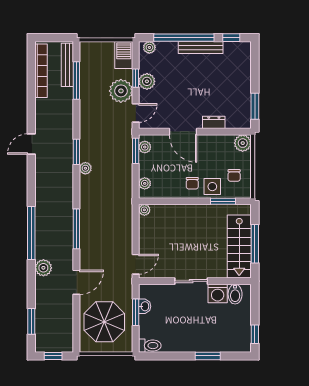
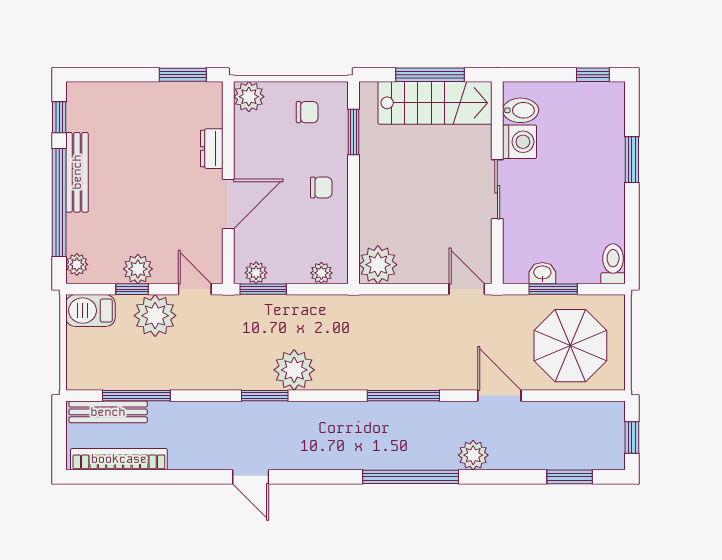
plant: (85, 168) -> (294, 370), width x1.88, depth x1.88
side table: (212, 187) -> (327, 151), removed
plant: (144, 210) -> (378, 265), width x1.88, depth x1.88

